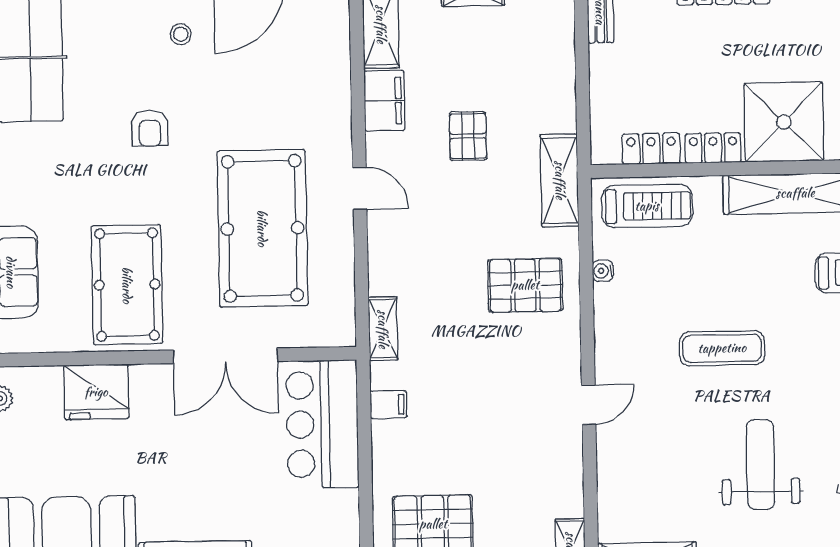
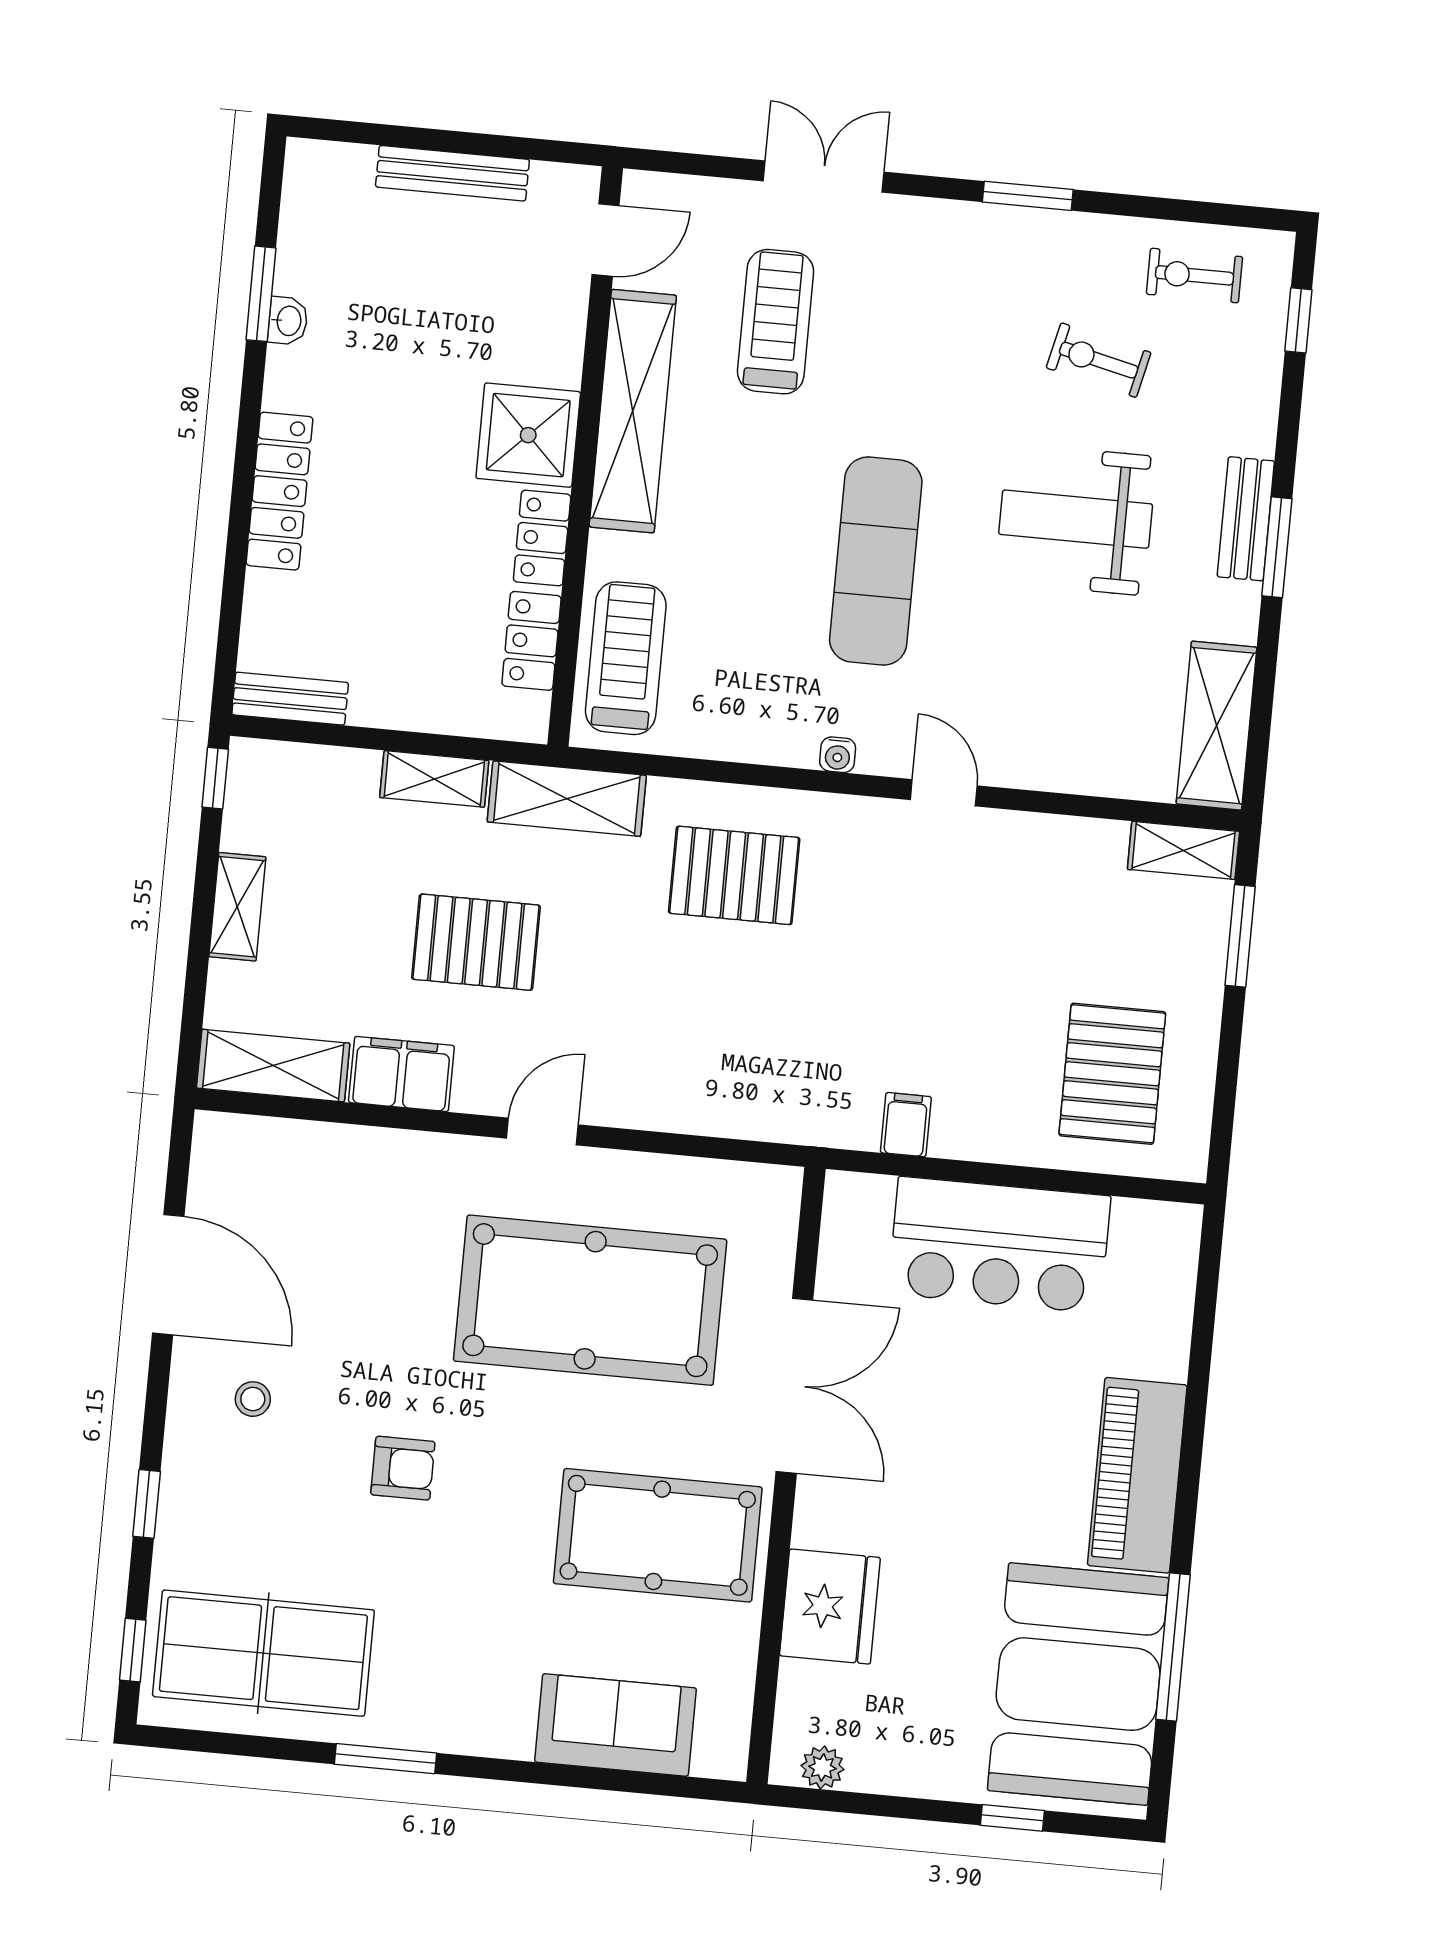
shower: (784, 122) -> (528, 435), width x0.73, depth x0.73
pallet: (468, 136) -> (476, 942), width x1.50, depth x1.42
water cooler: (603, 271) -> (838, 755), moved
pallet: (525, 285) -> (734, 875), turned 90
shelving: (383, 329) -> (434, 779), moved
exercise mat: (722, 348) -> (876, 561), width x1.36, depth x1.45
bar counter: (322, 424) -> (999, 1245), moved

